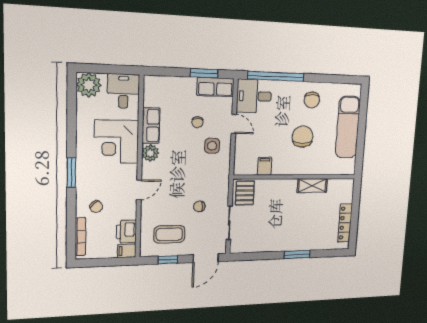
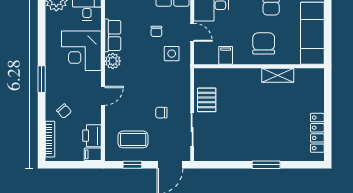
filing cabinet: (265, 166) -> (226, 55), moved
wall: (296, 177) -> (259, 66), moved
shelving: (312, 186) -> (278, 75), moved

